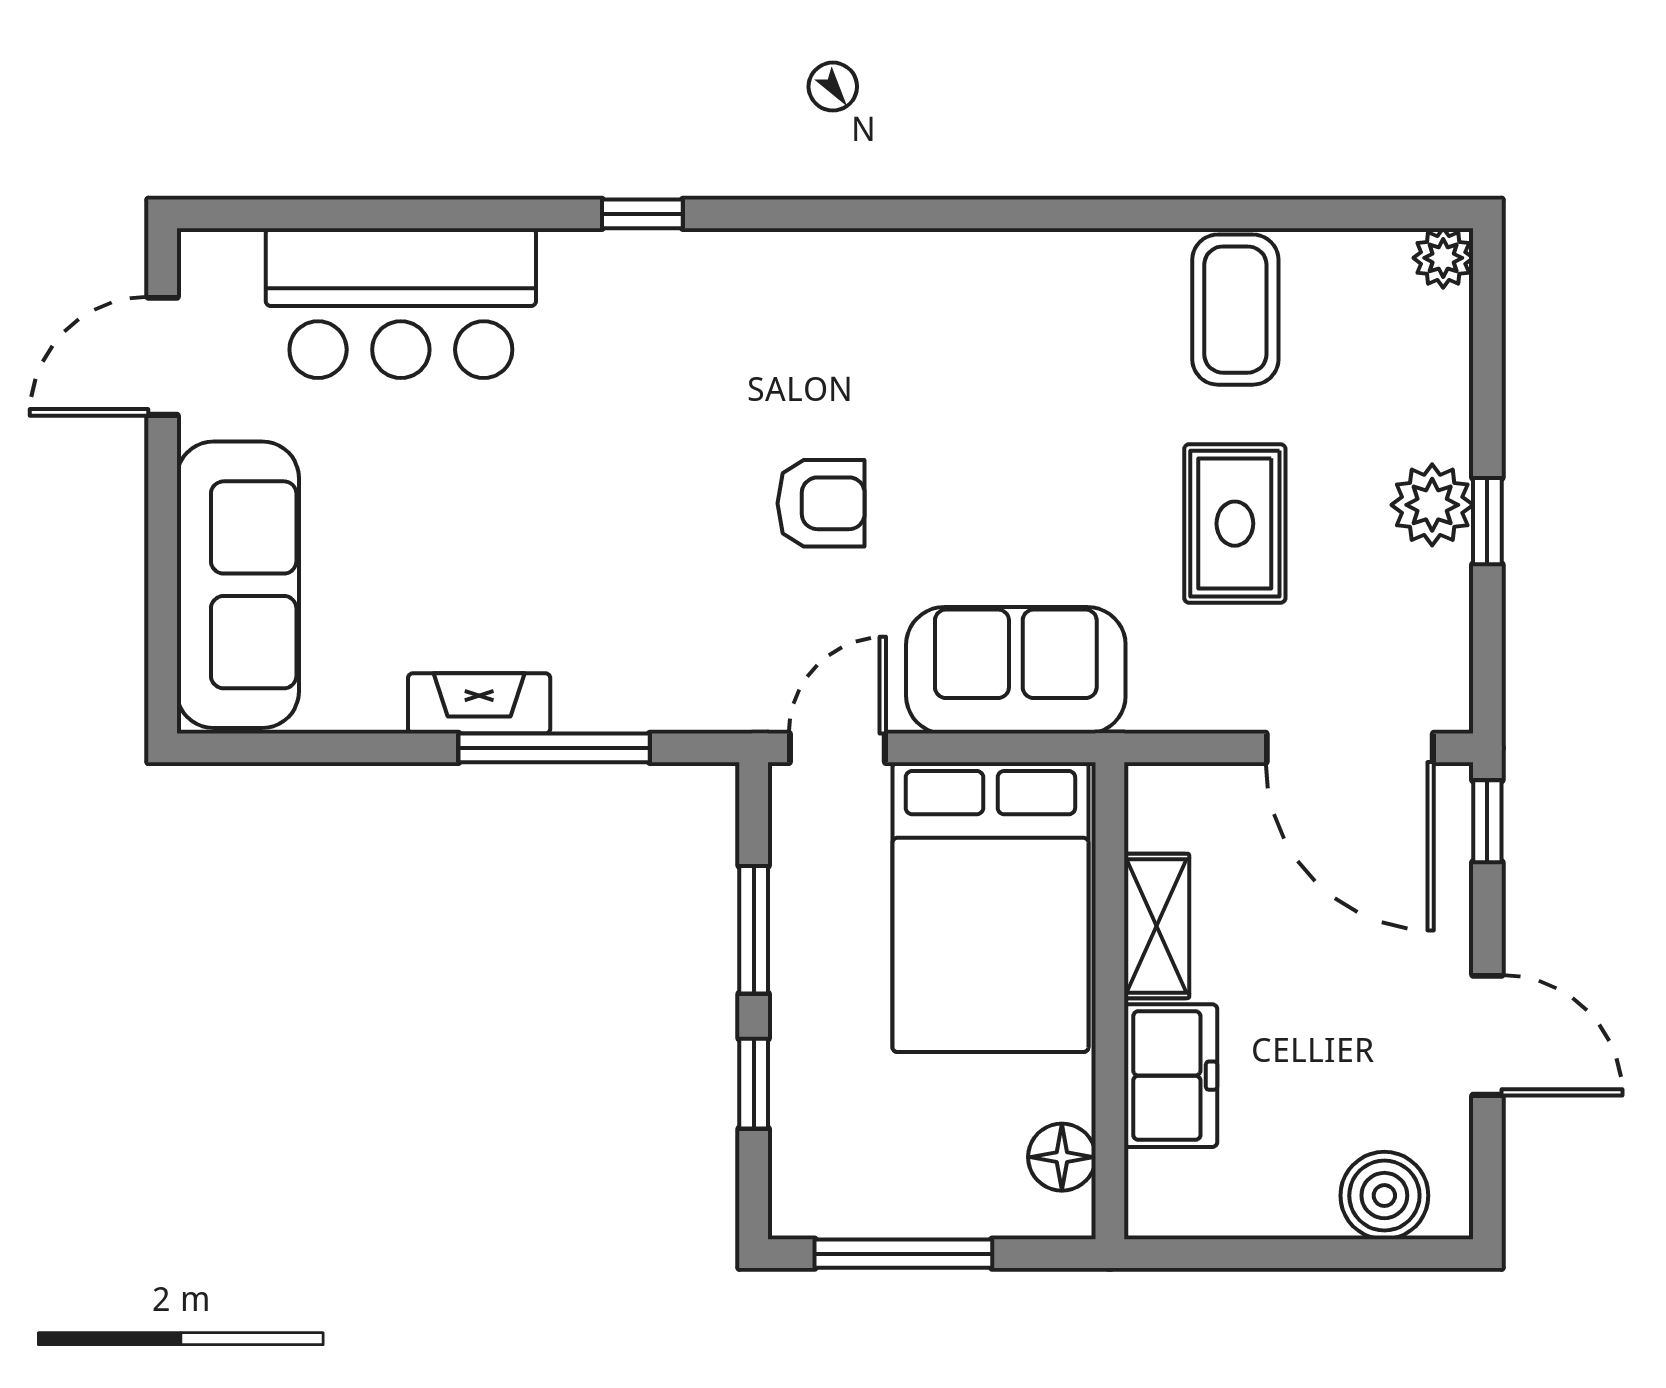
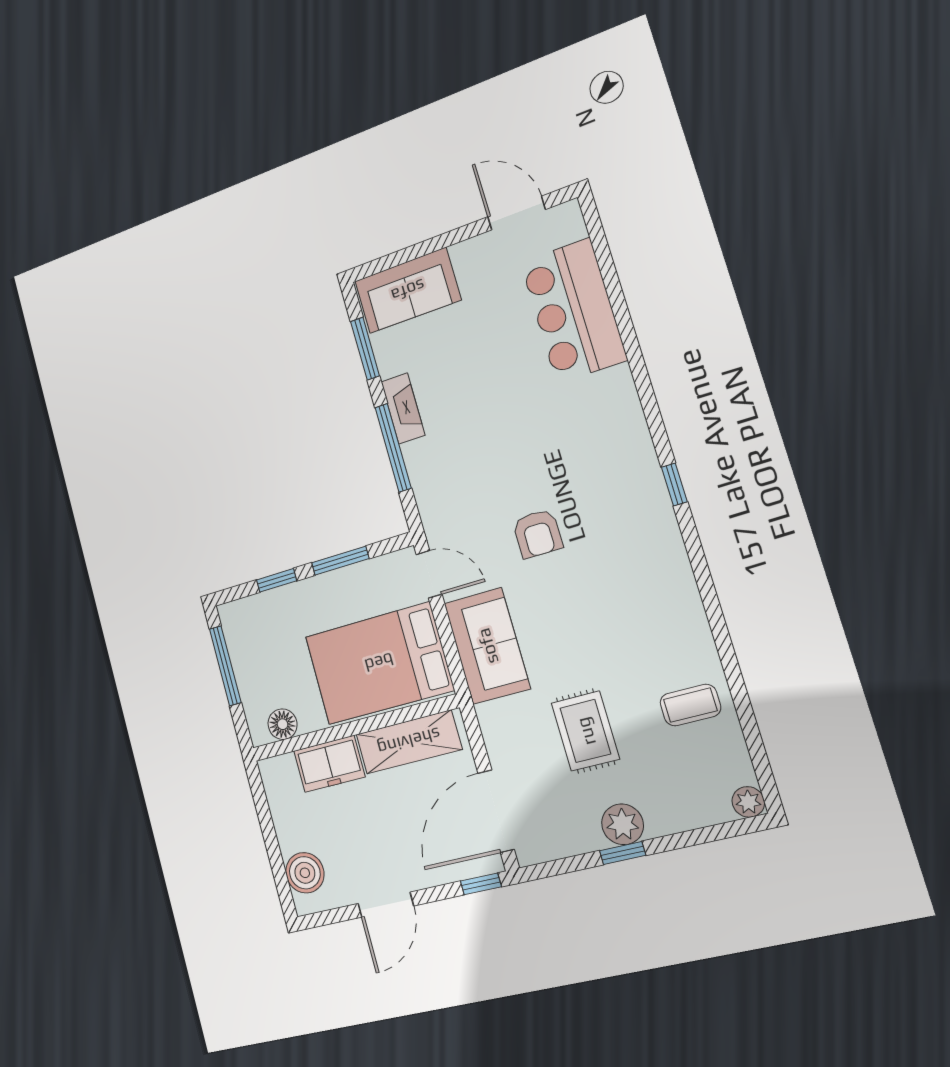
window: (642, 214) -> (674, 484), moved
coffee table: (1235, 310) -> (690, 705), width x0.73, depth x0.77
rug: (1235, 524) -> (585, 731), turned 90
sofa: (238, 585) -> (408, 291), width x0.73
window: (327, 748) -> (365, 349), added
shelving: (1157, 926) -> (409, 742), width x1.50, depth x1.33

